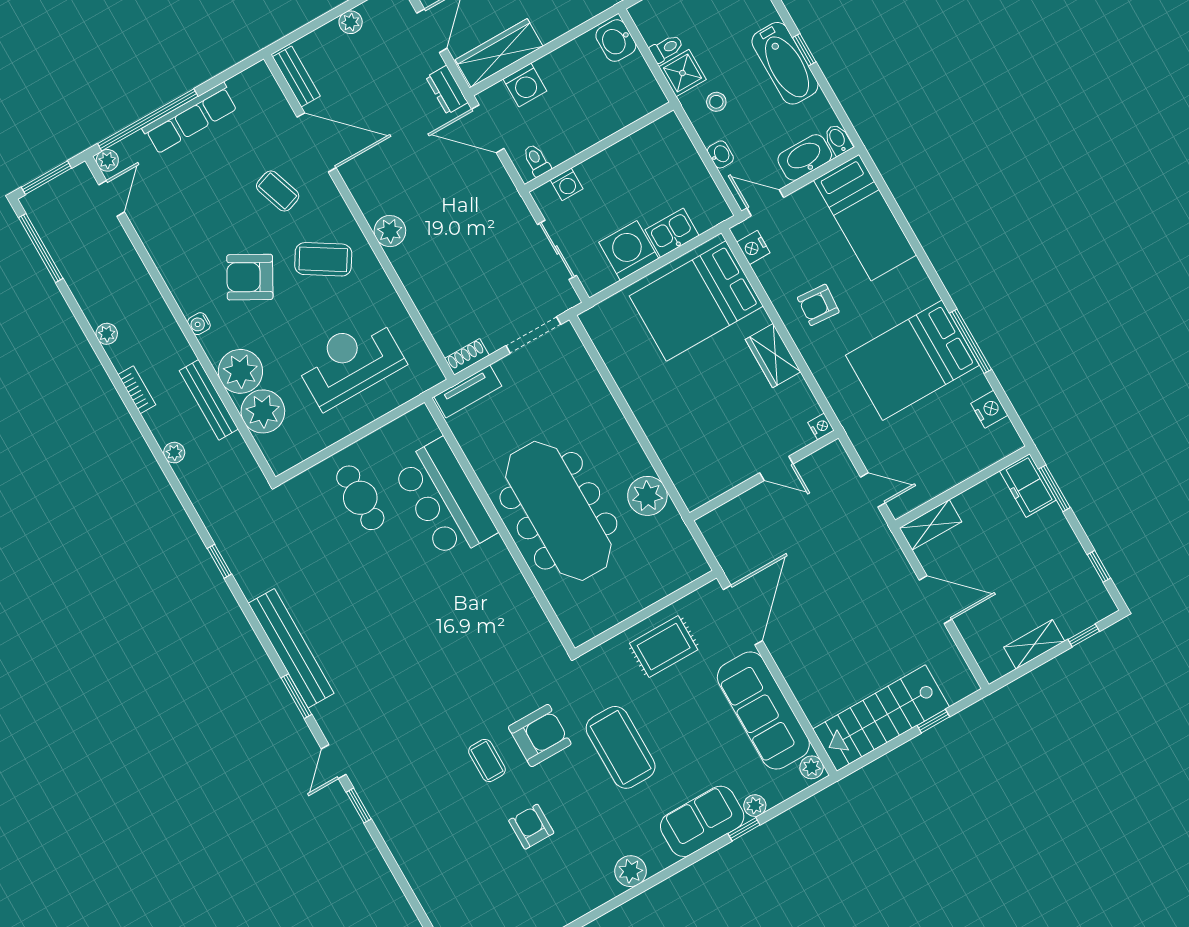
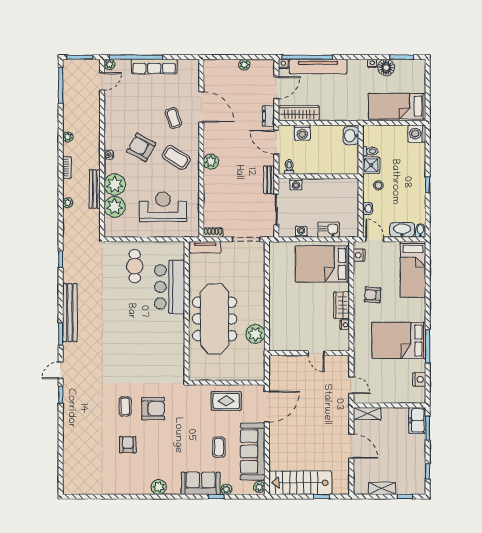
bathtub: (785, 63) -> (416, 186), removed
bench: (296, 76) -> (269, 180), moved
washing machine: (629, 250) -> (301, 232), width x0.53, depth x0.53
nightstand: (821, 426) -> (345, 325), moved
coffee table: (621, 747) -> (219, 447), moved, width x0.54, depth x0.58

